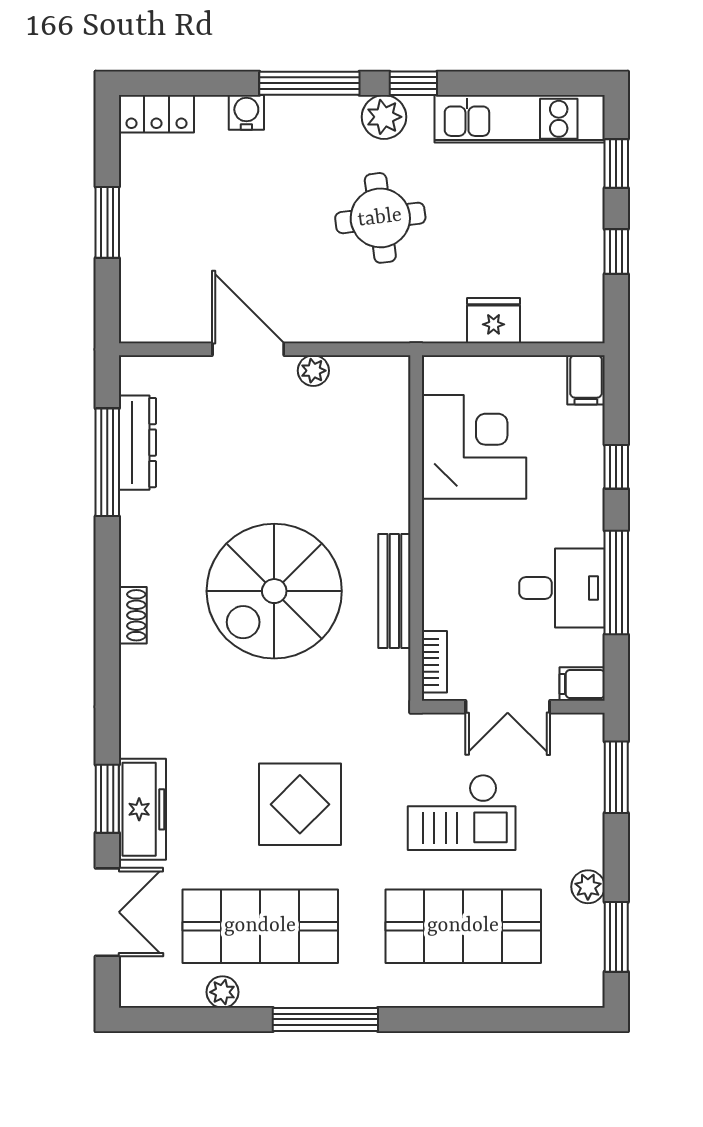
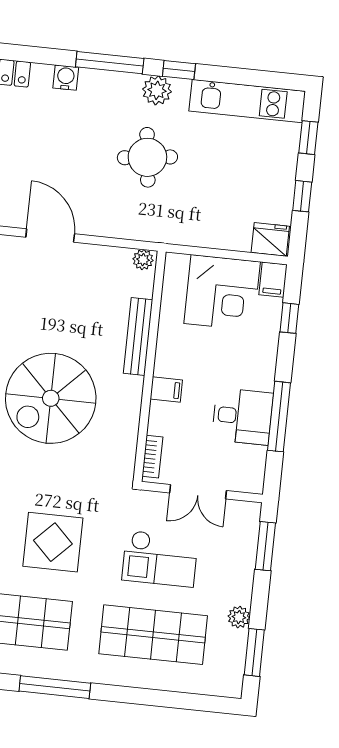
fridge: (494, 321) -> (270, 239), moved
plant: (313, 371) -> (143, 260), moved
corner desk: (474, 447) -> (222, 293), moved, turned 90
window: (616, 467) -> (289, 318), moved
bench: (394, 591) -> (138, 336), moved
filing cabinet: (582, 684) -> (166, 389), moved, turned 180

